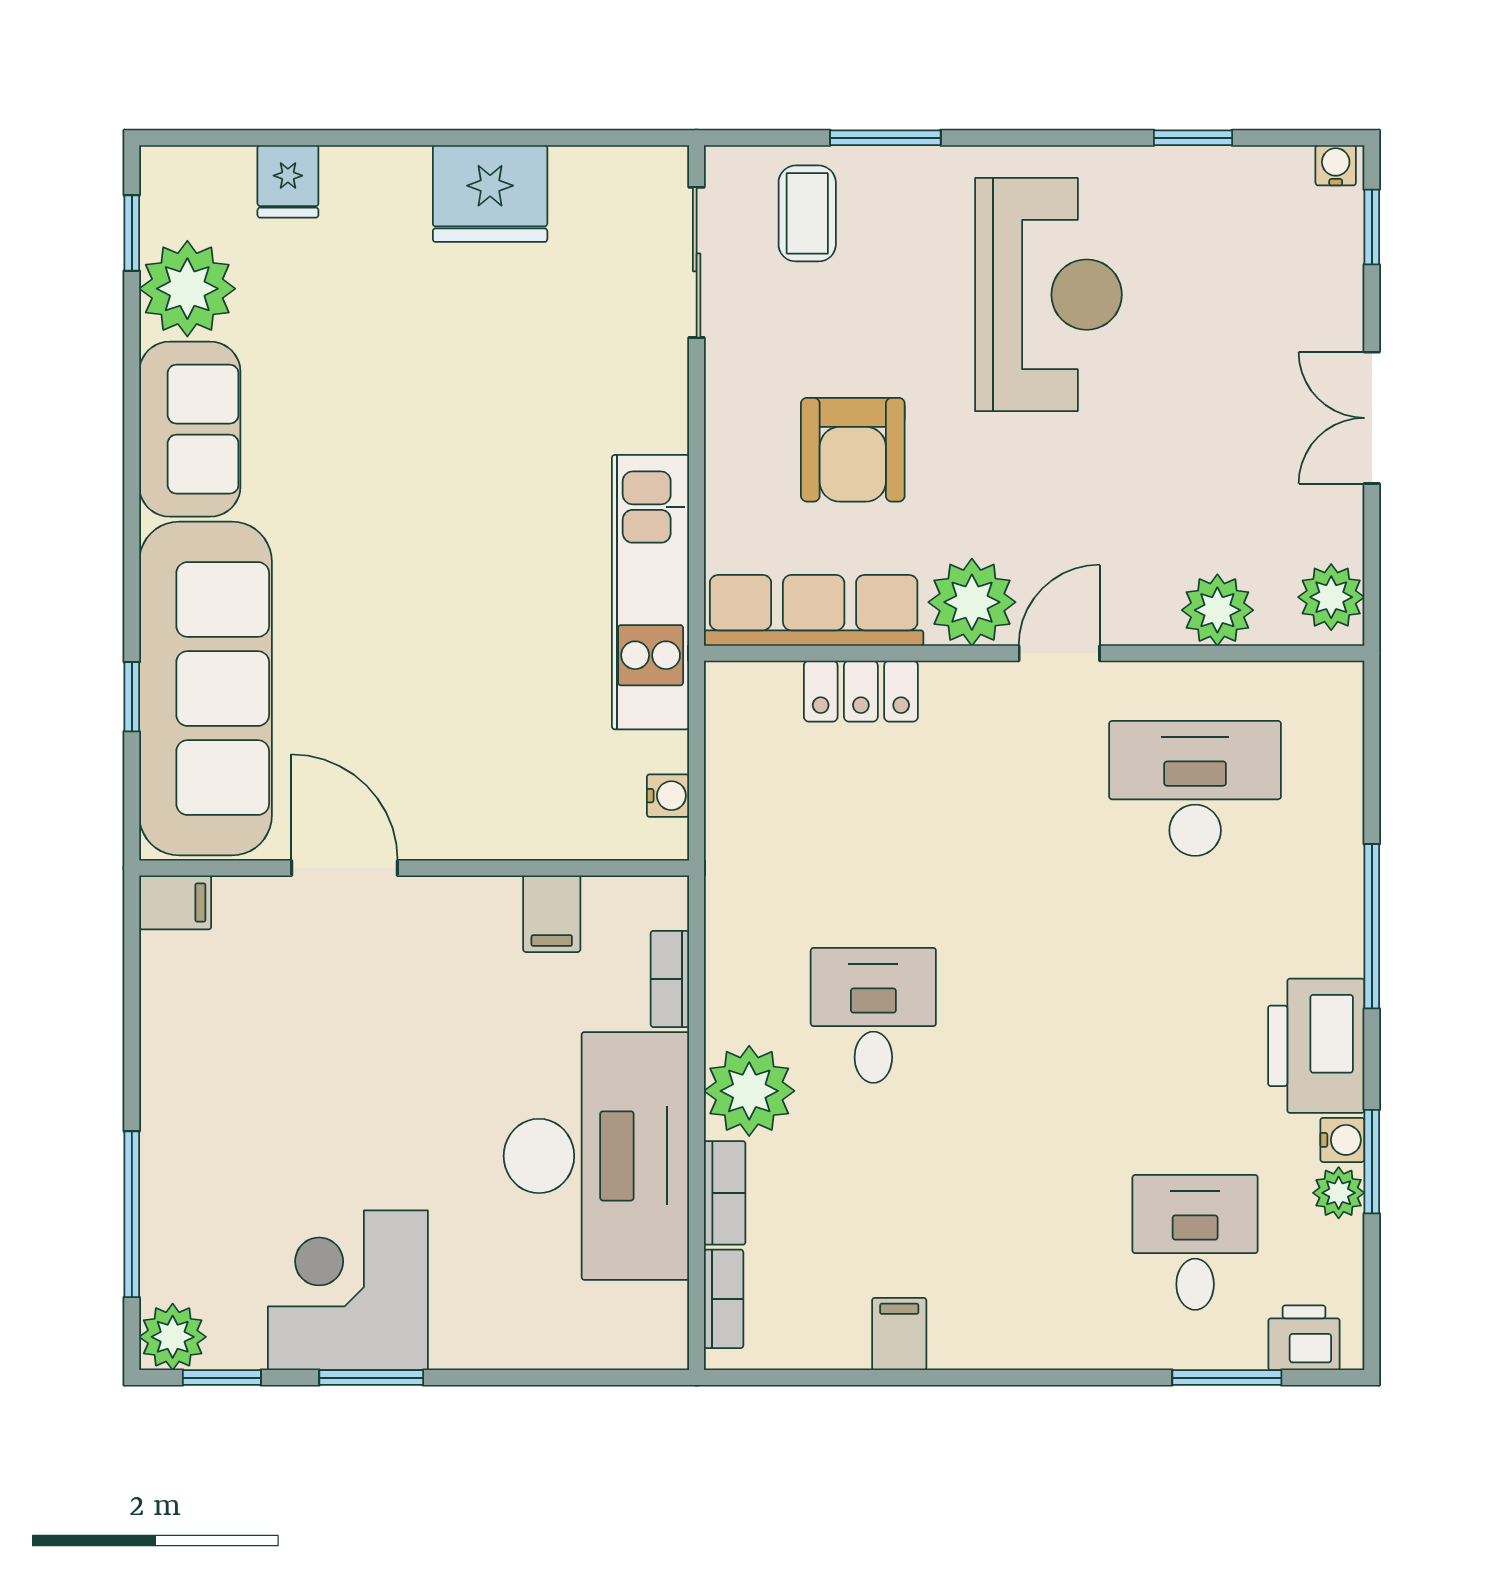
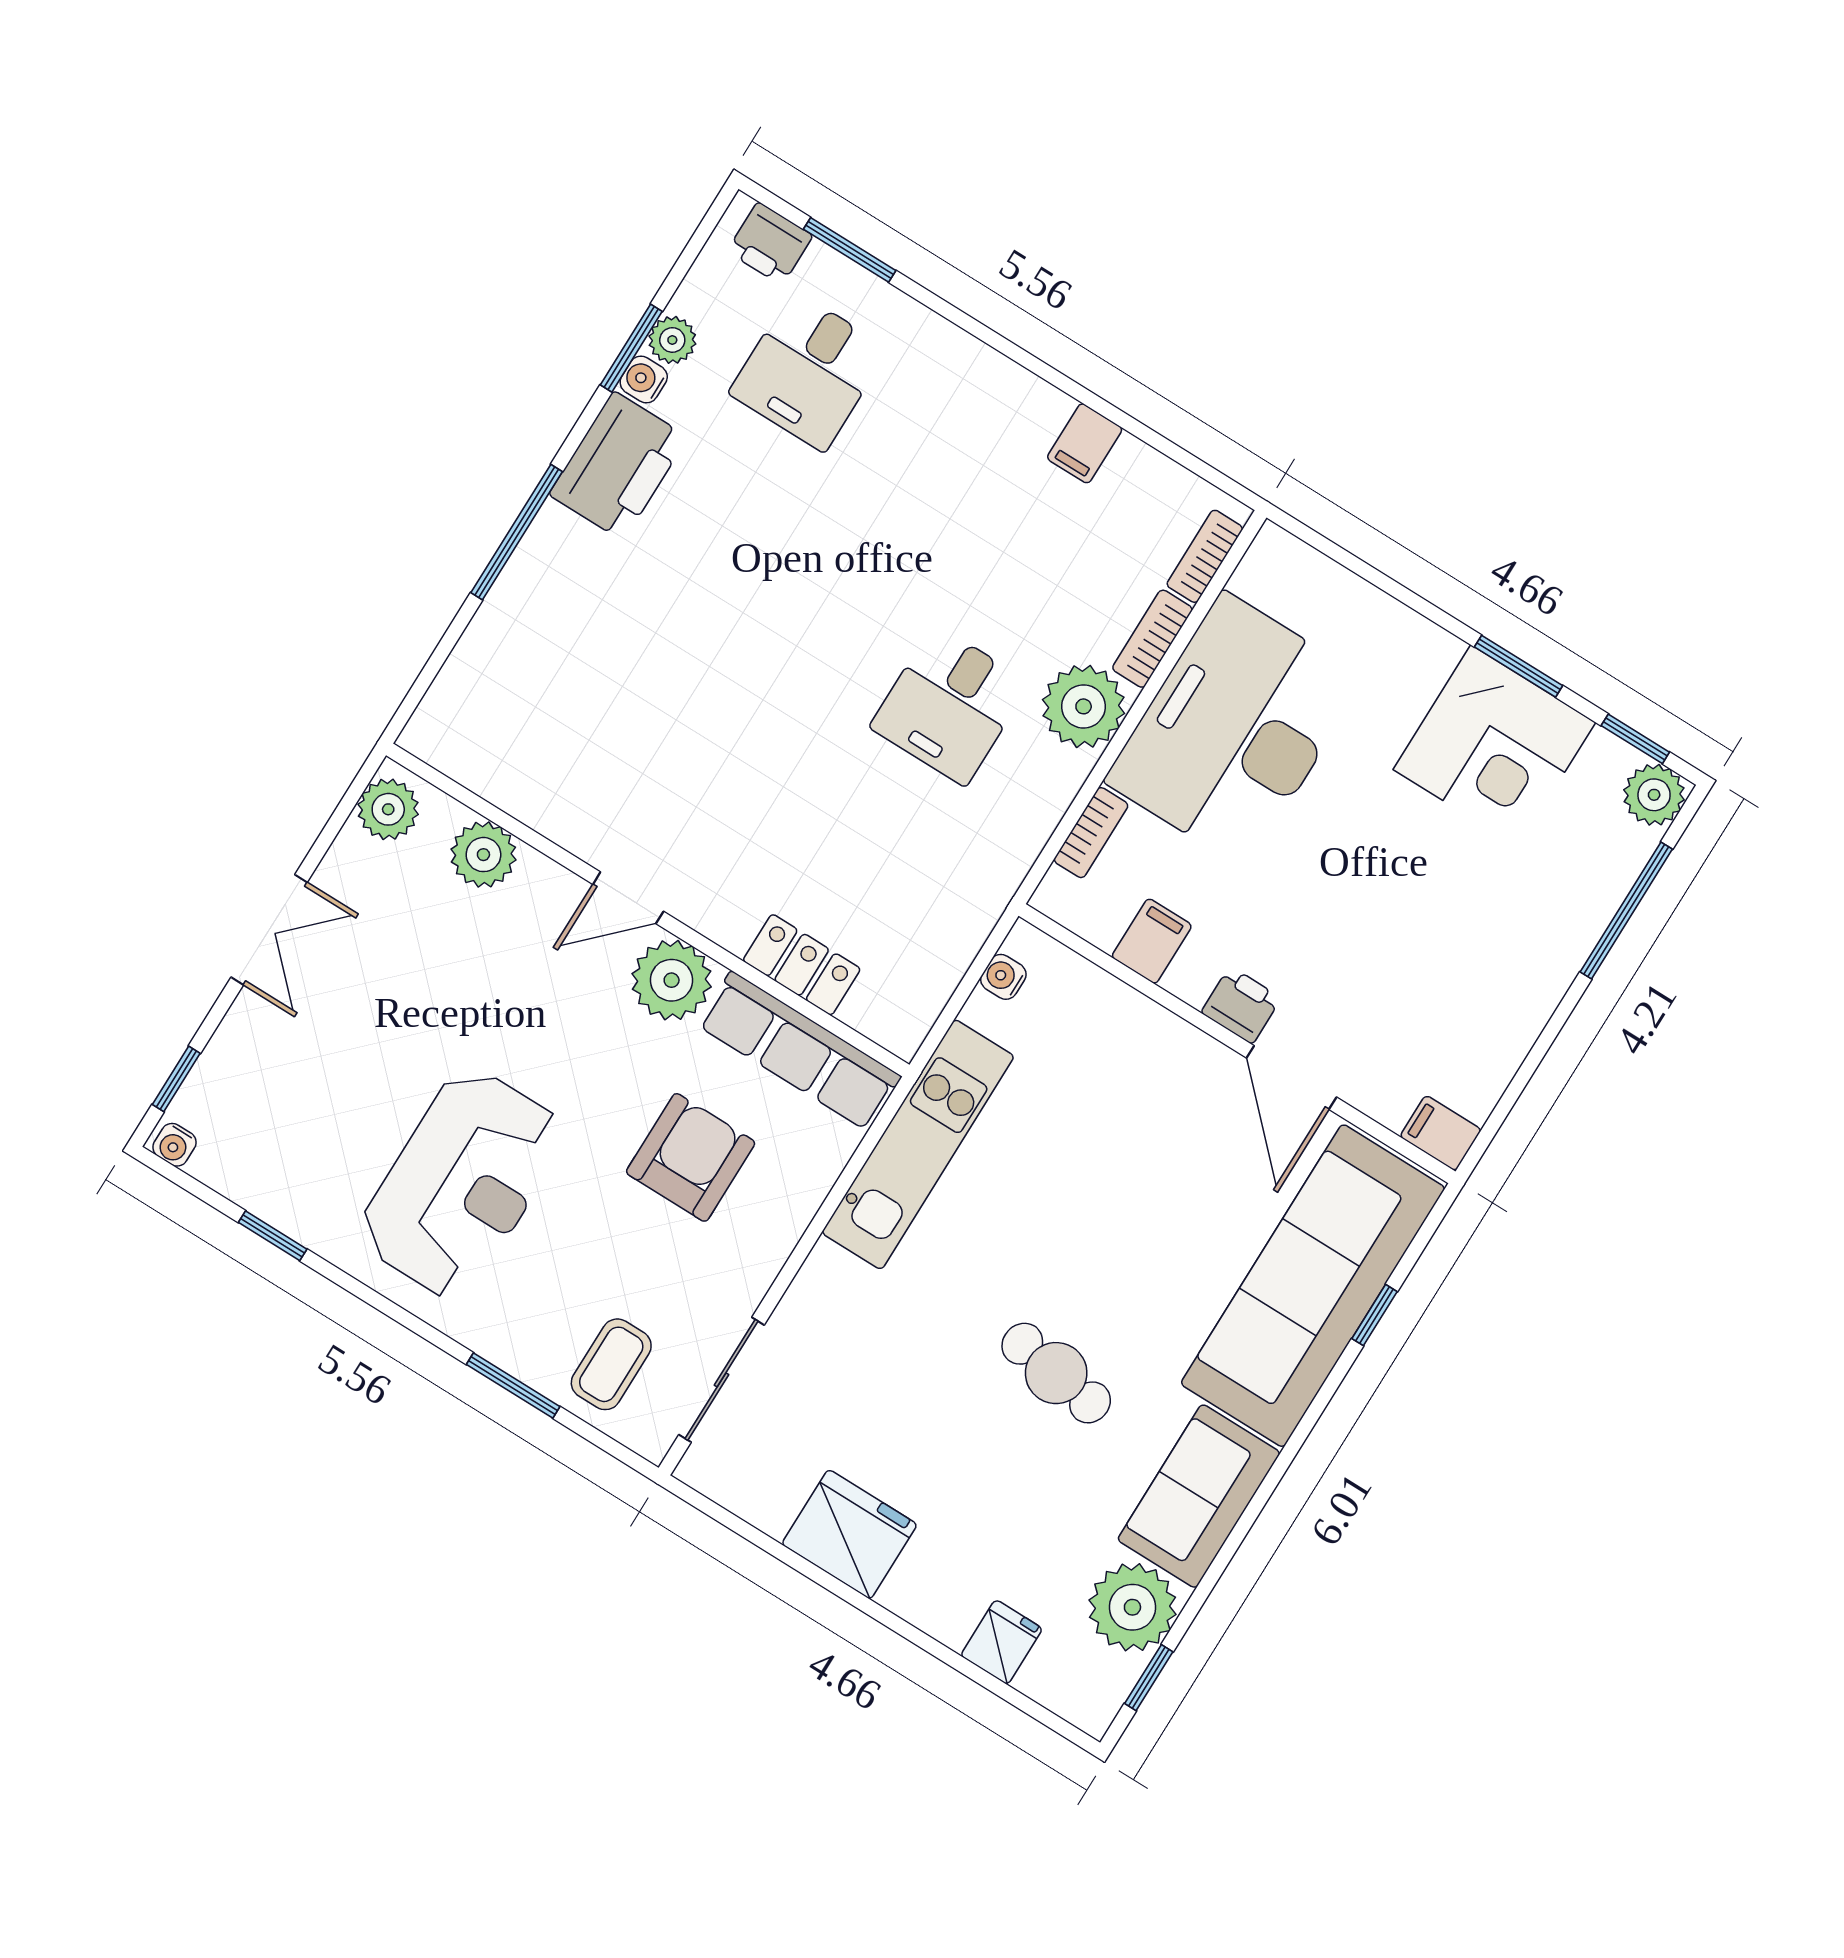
reception desk: (1048, 295) -> (462, 1183), turned 180
cafe table: (392, 461) -> (1056, 1373), added
desk: (1195, 788) -> (588, 726), removed
printer: (433, 906) -> (1241, 1005), added

